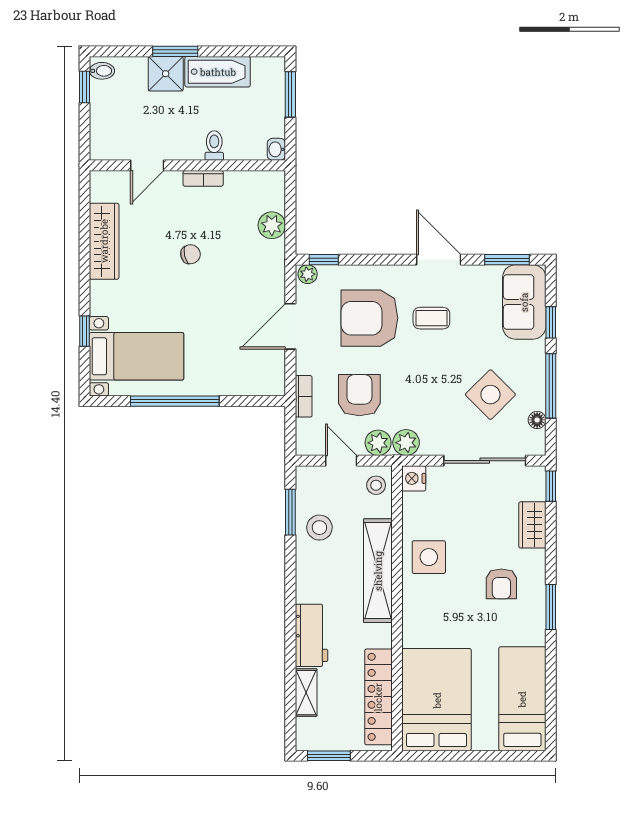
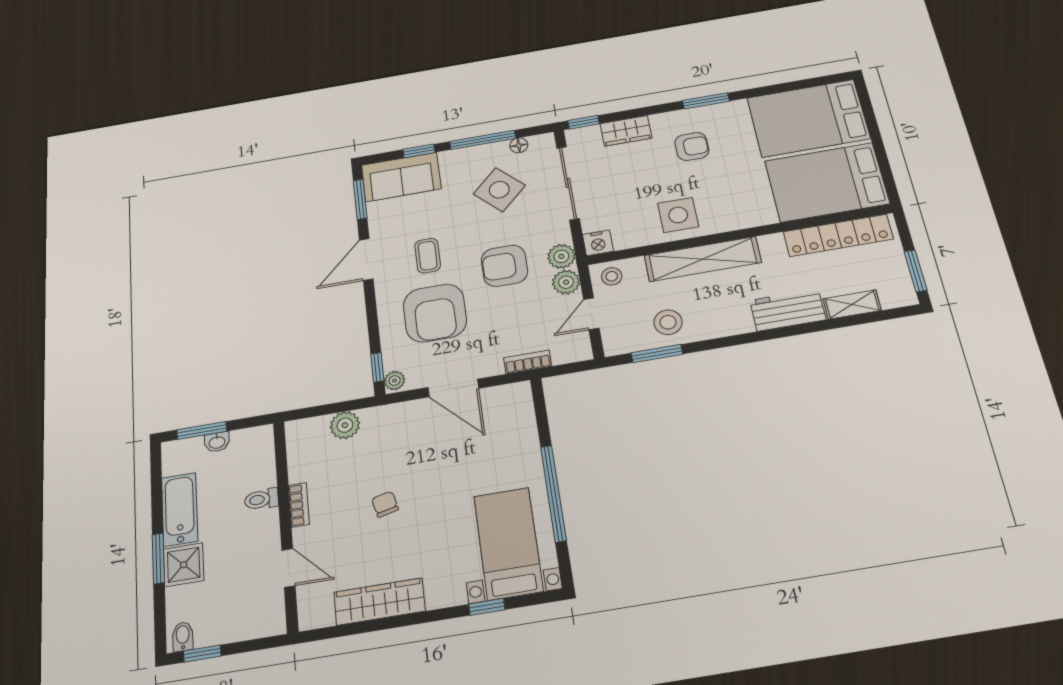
washbasin: (276, 149) -> (217, 442), moved
armchair: (359, 395) -> (504, 266), moved
bed: (522, 699) -> (808, 118), width x1.50

